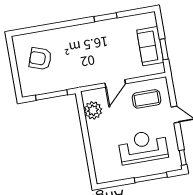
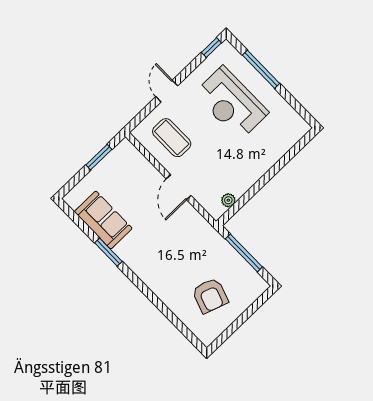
sofa: (150, 46) -> (103, 220), moved, turned -90
door: (115, 83) -> (179, 187), swing flipped
plant: (93, 110) -> (228, 200), width x0.53, depth x0.53

